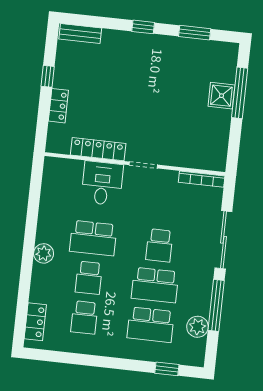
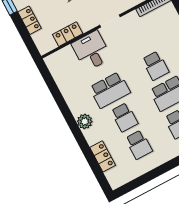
locker: (98, 149) -> (68, 34), width x0.66
locker: (35, 322) -> (103, 156), moved

